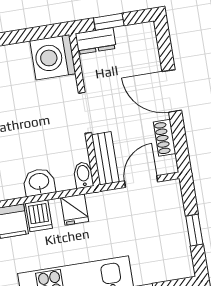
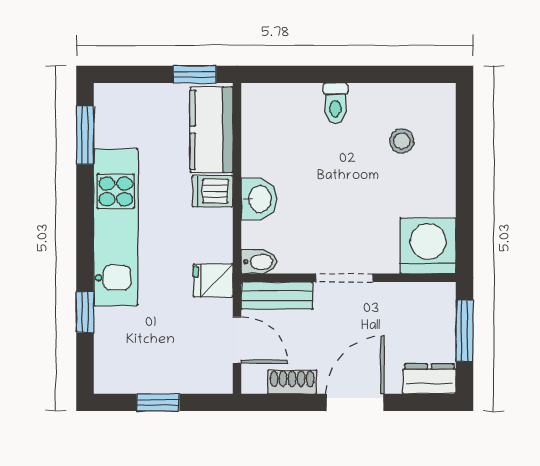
window: (109, 22) -> (465, 331), width x1.50
dresser: (96, 41) -> (429, 379), moved, turned 90
fridge: (75, 210) -> (213, 280), moved

